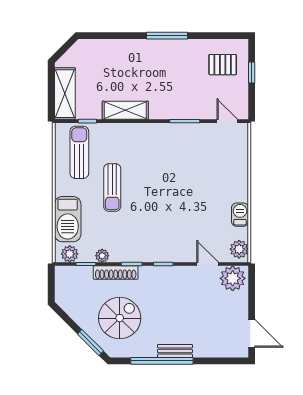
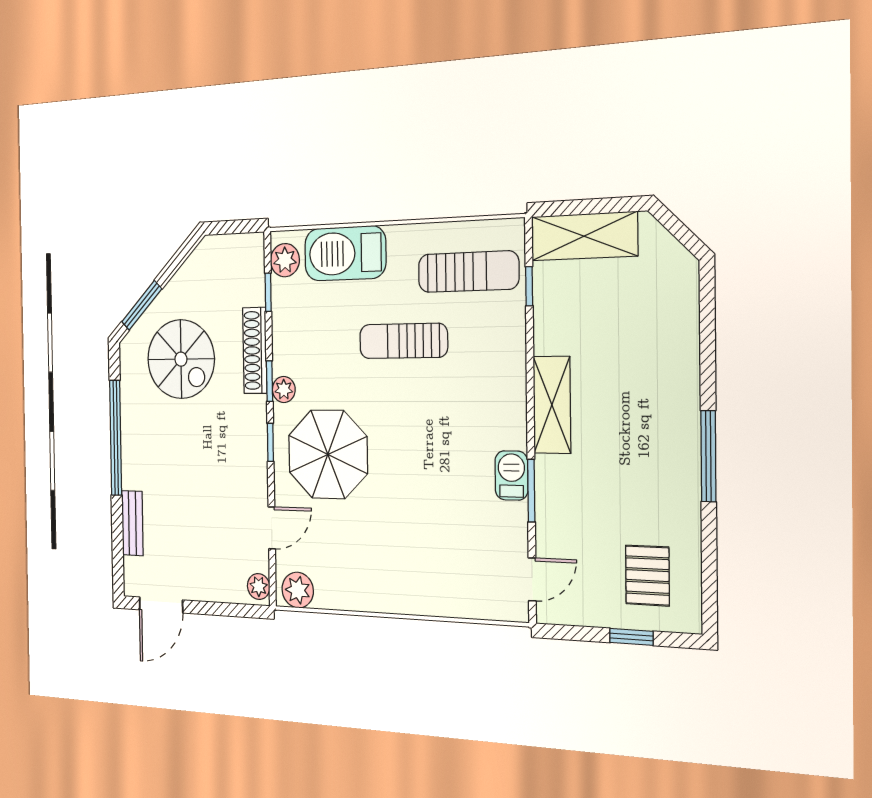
shelving: (125, 110) -> (552, 405), moved
barbecue: (240, 215) -> (511, 475), moved, turned -90
parasol: (169, 231) -> (328, 454), added
plant: (102, 256) -> (284, 389), moved
plant: (233, 278) -> (259, 587), width x0.53, depth x0.53
bench: (175, 351) -> (132, 523), moved

